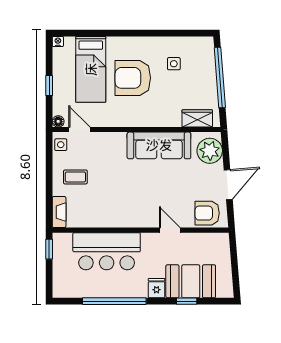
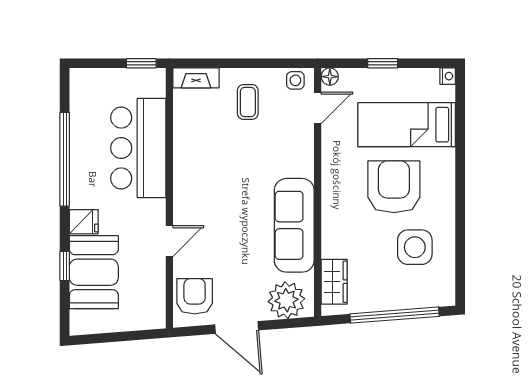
side table: (174, 64) -> (415, 247), width x1.87, depth x1.87

